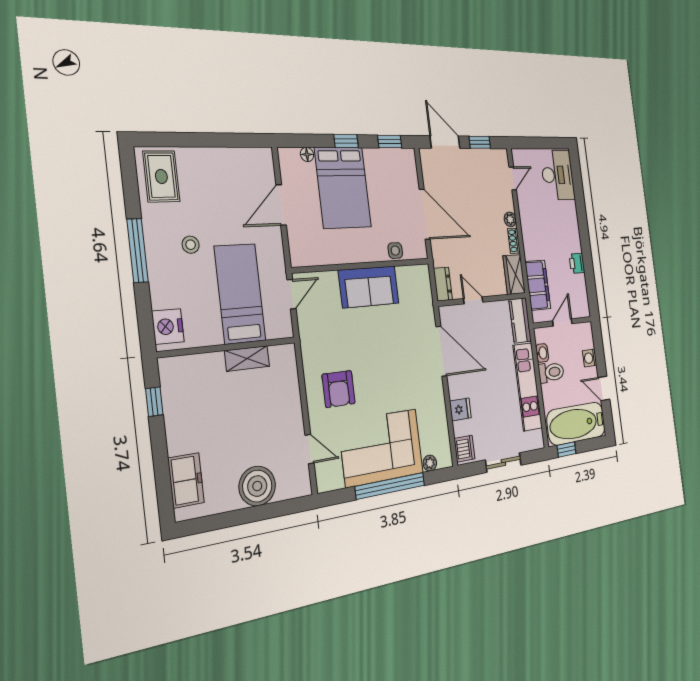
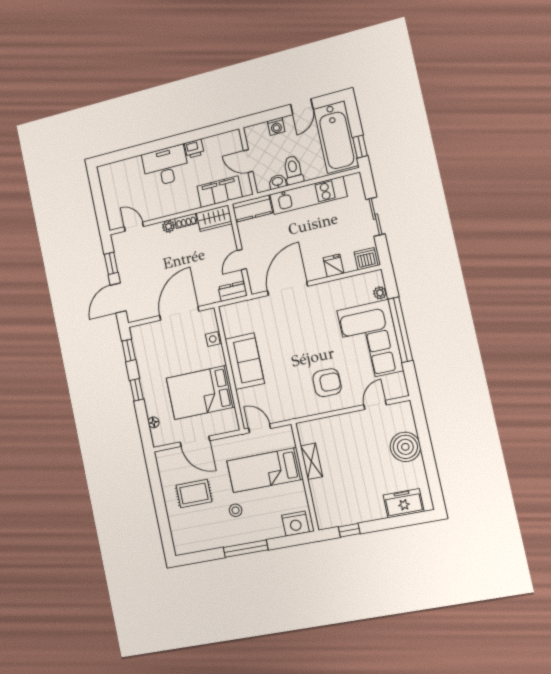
desk: (558, 175) -> (166, 166), moved
rug: (161, 176) -> (194, 493), moved
bed: (343, 188) -> (201, 393), moved, turned 180

